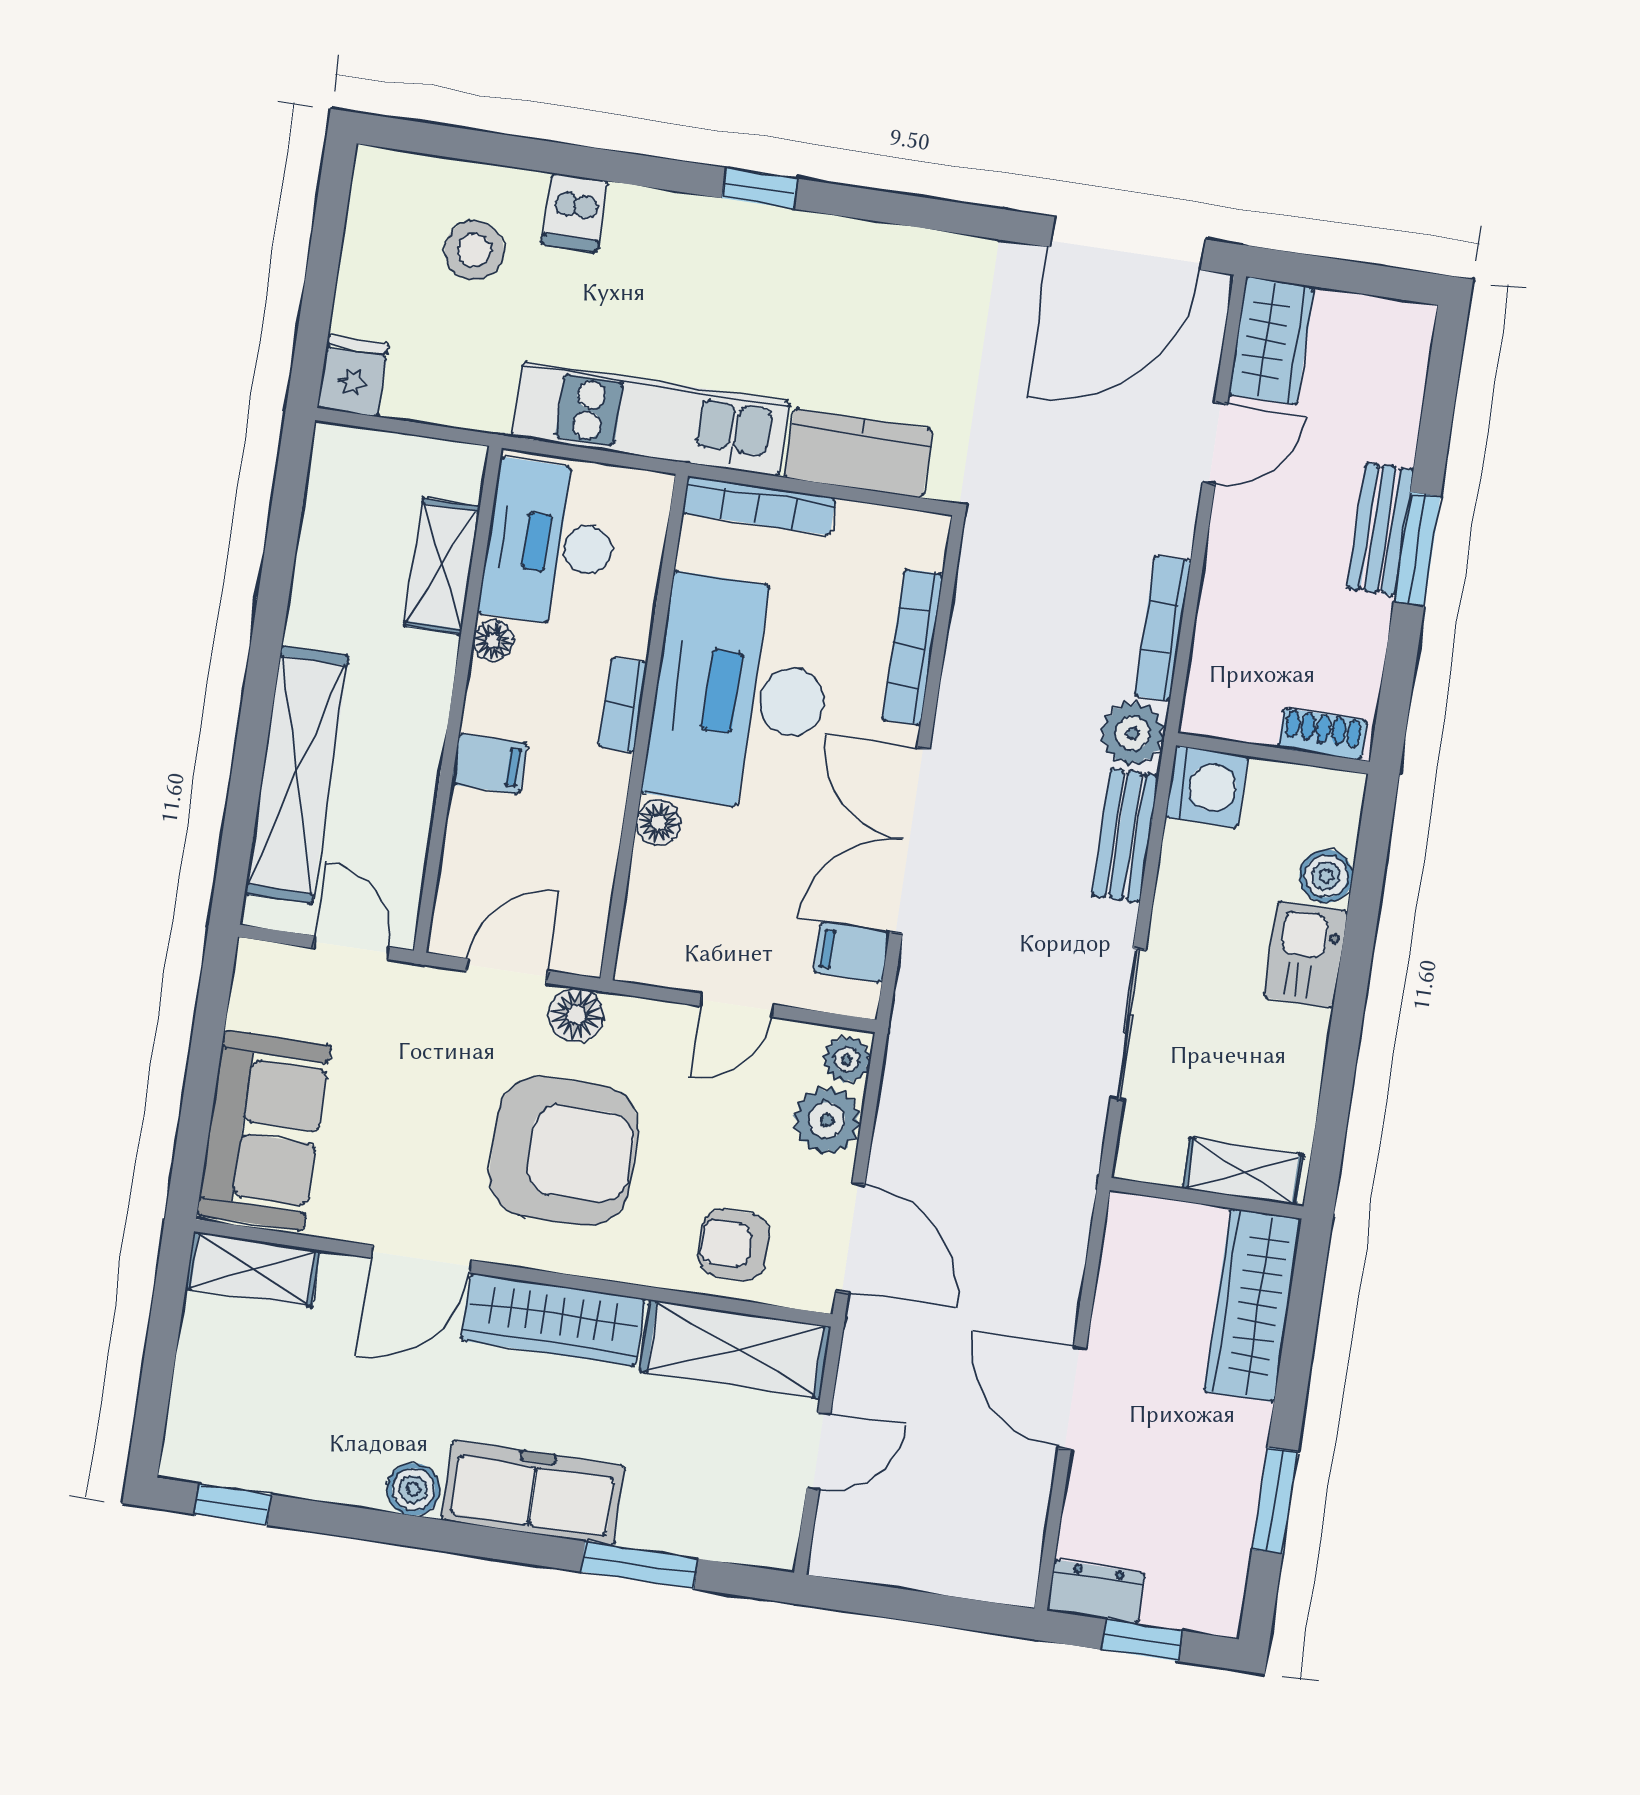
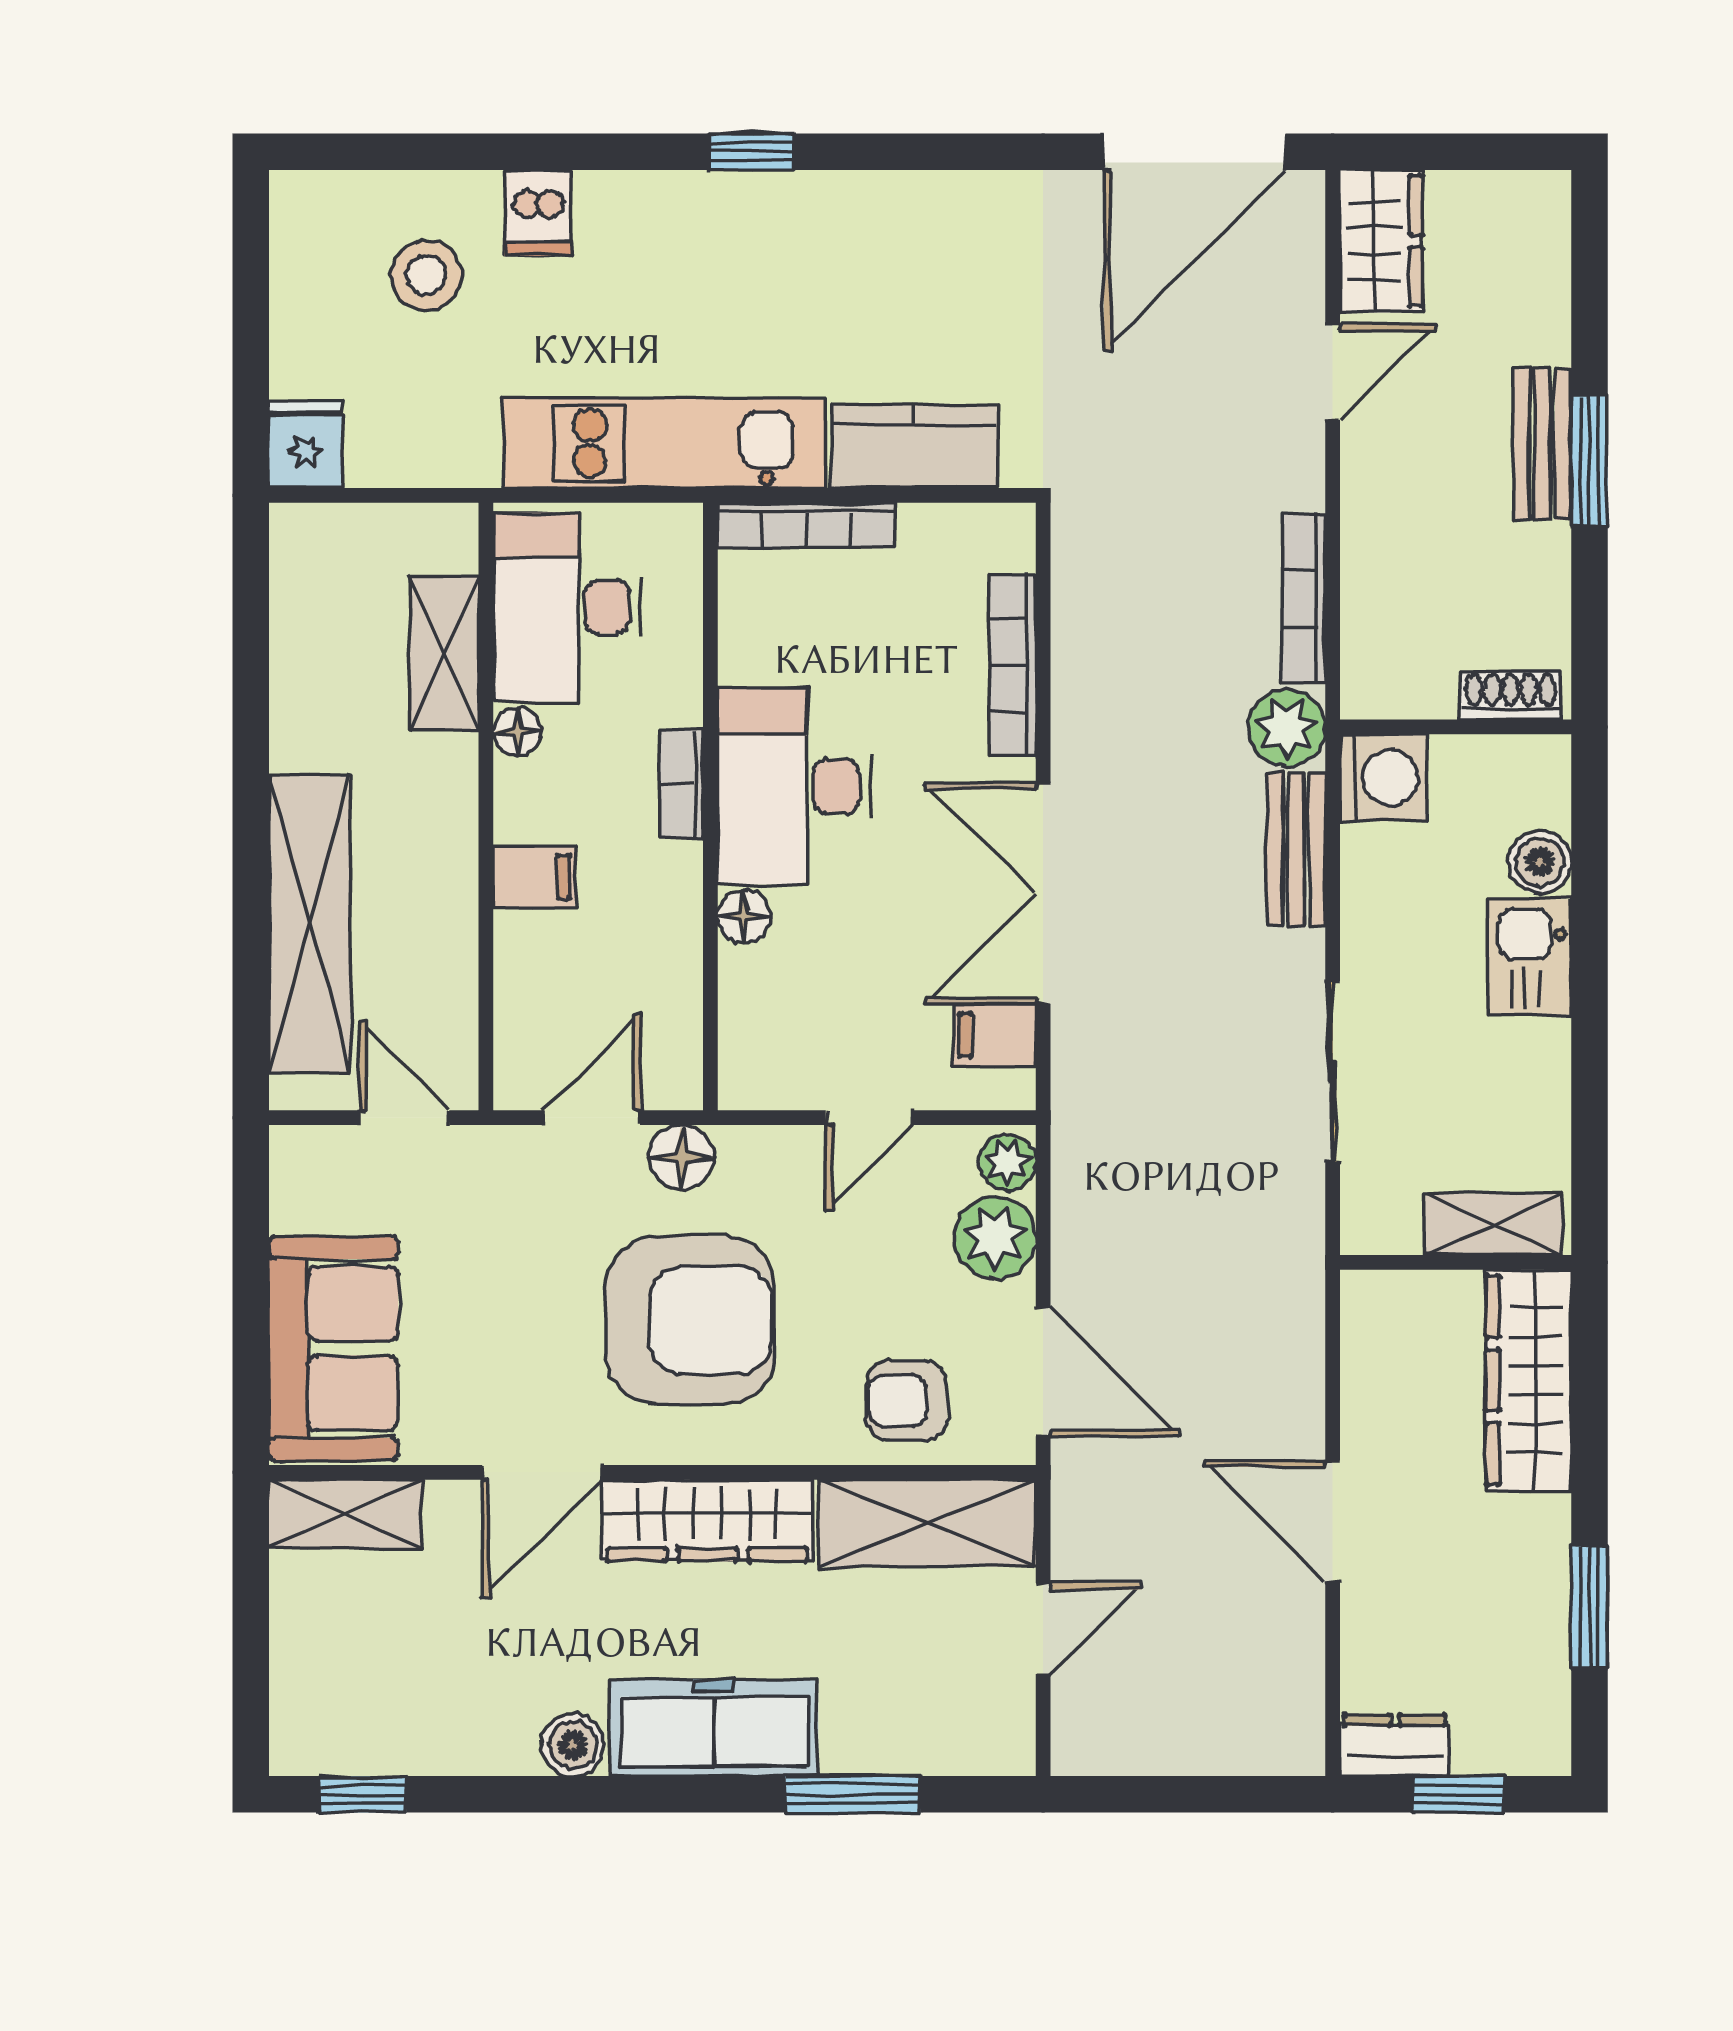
desk: (740, 694) -> (795, 786), width x0.73, depth x0.77

